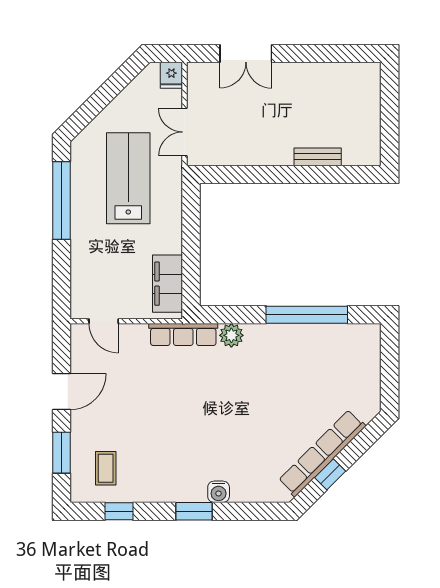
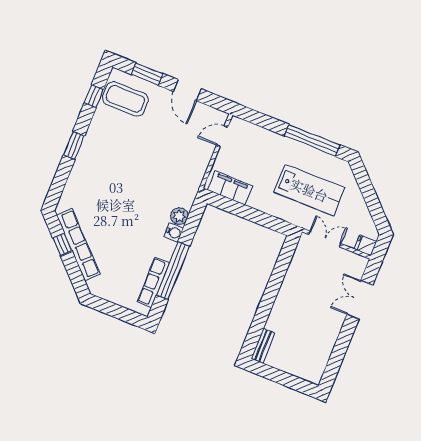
bench: (318, 157) -> (263, 346), moved
row of seats: (183, 334) -> (153, 282), moved
coffee table: (106, 468) -> (125, 99), width x1.86, depth x1.72
water cooler: (219, 492) -> (174, 232), moved, turned 180

